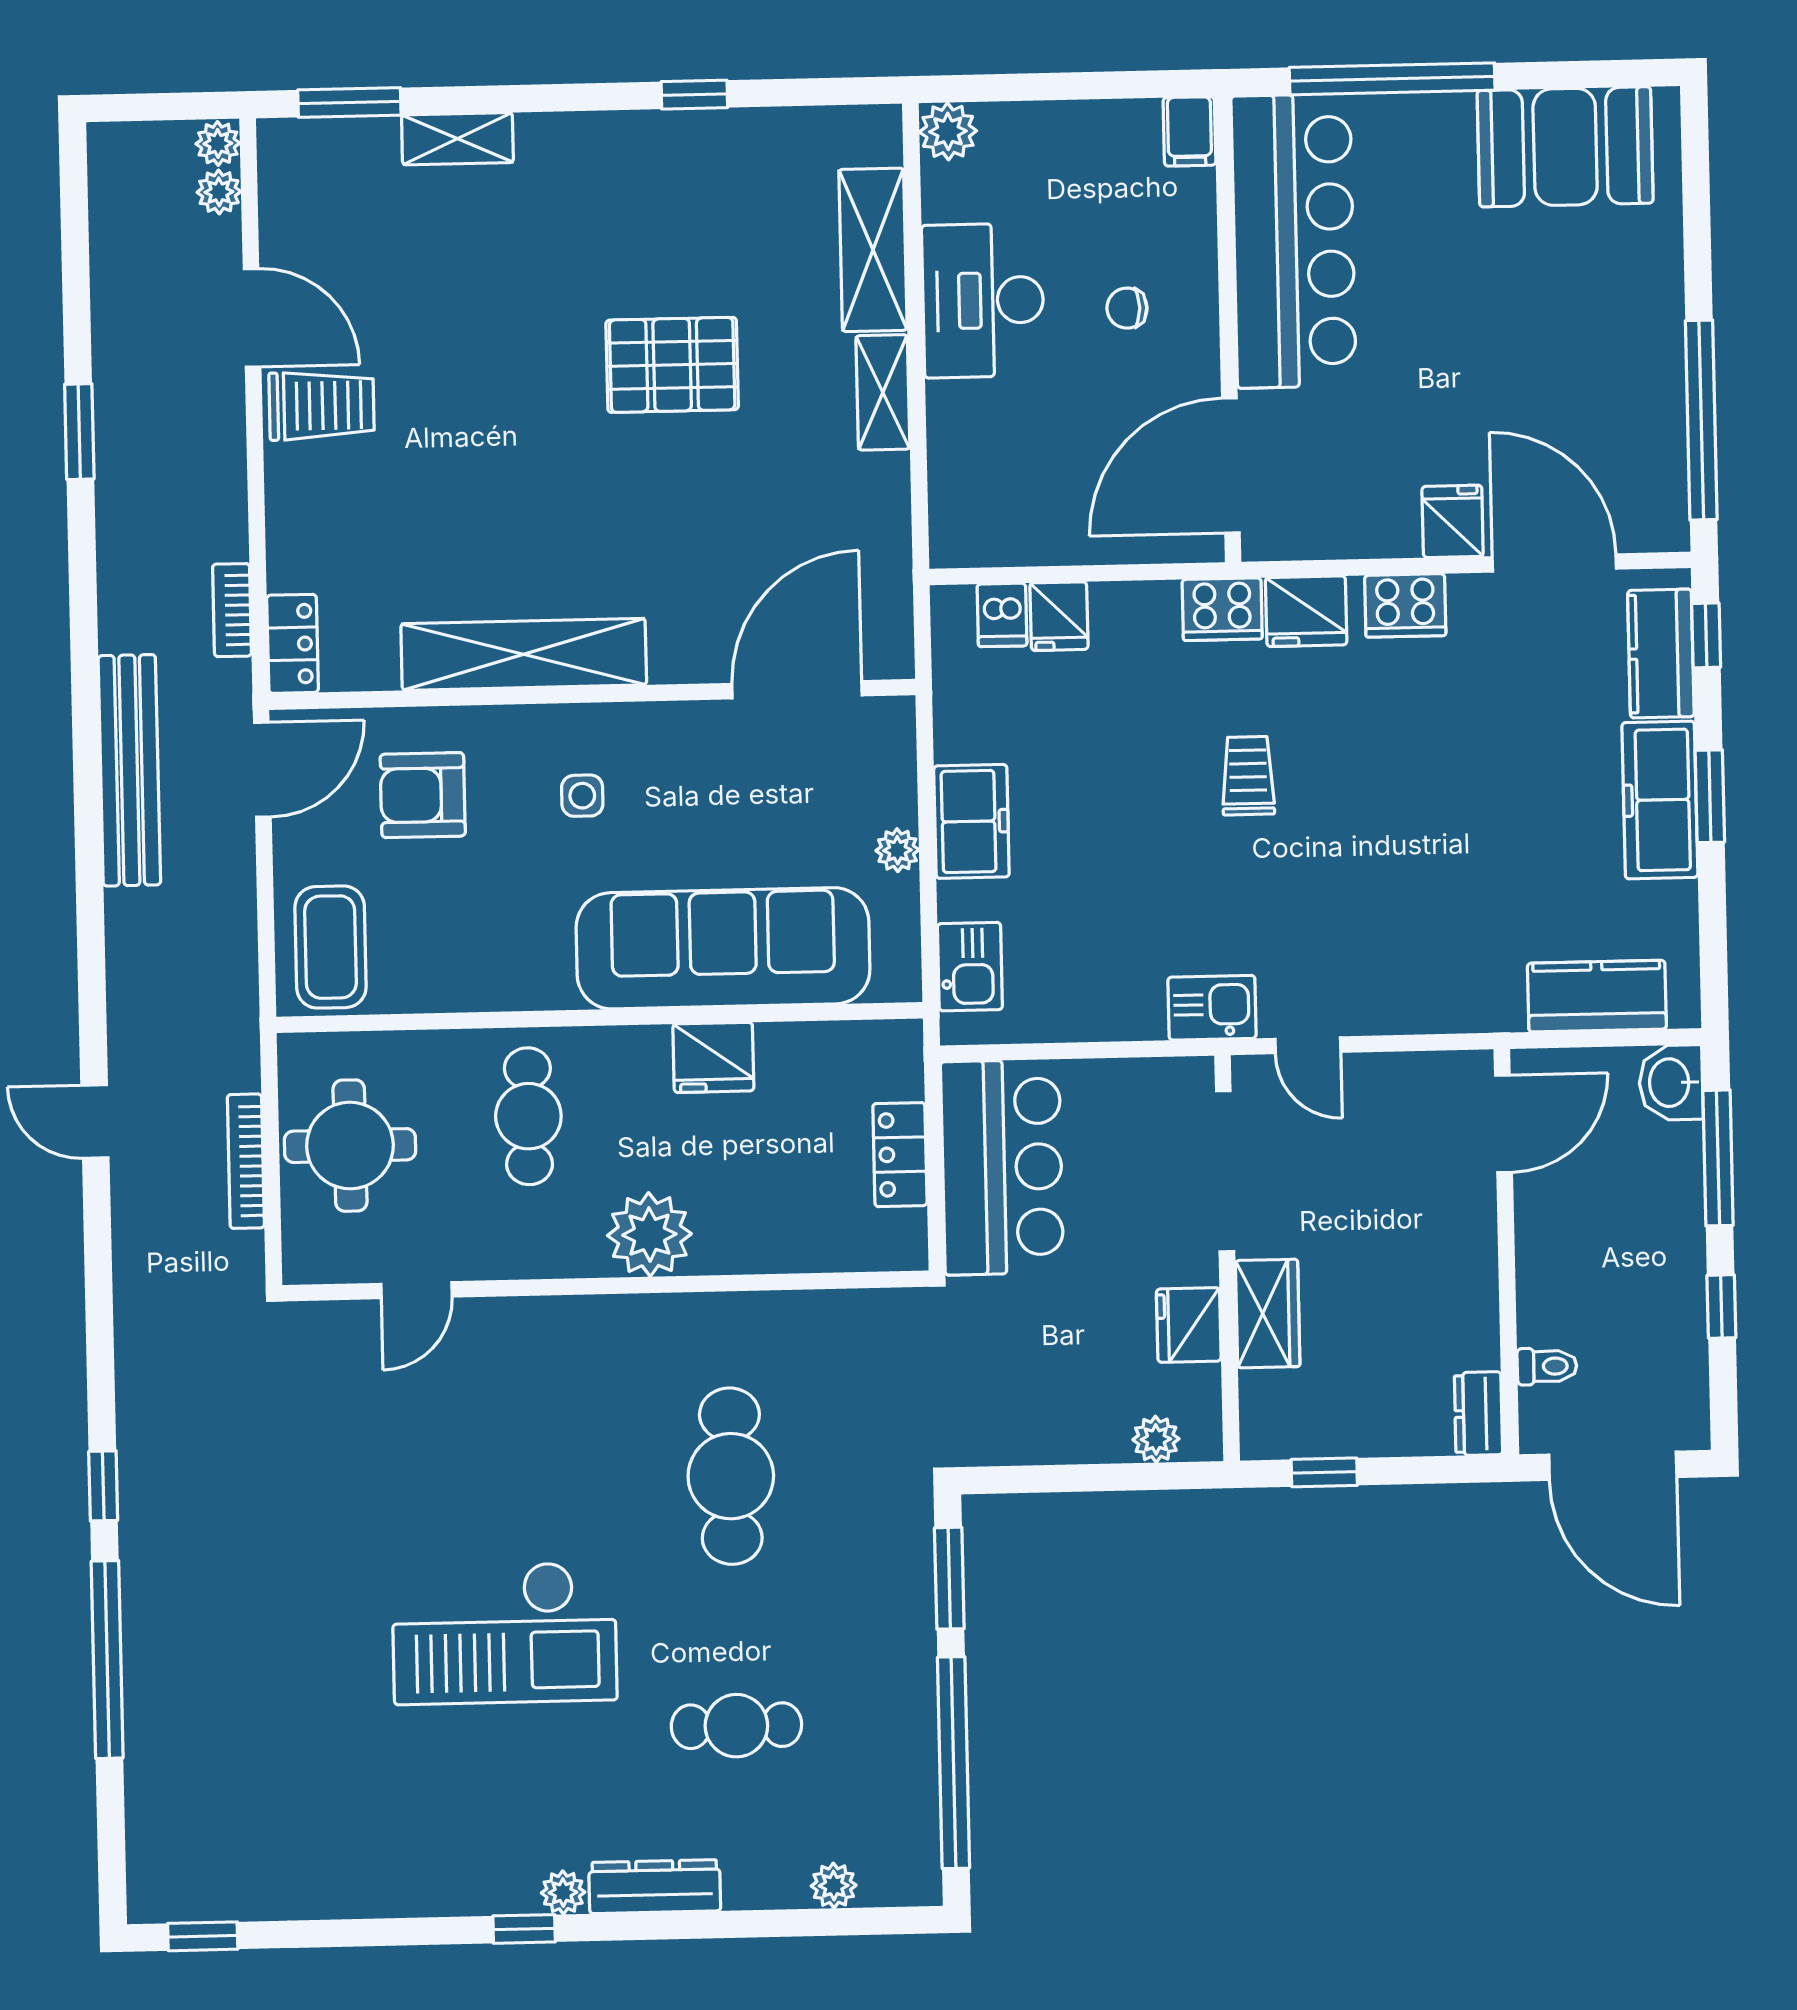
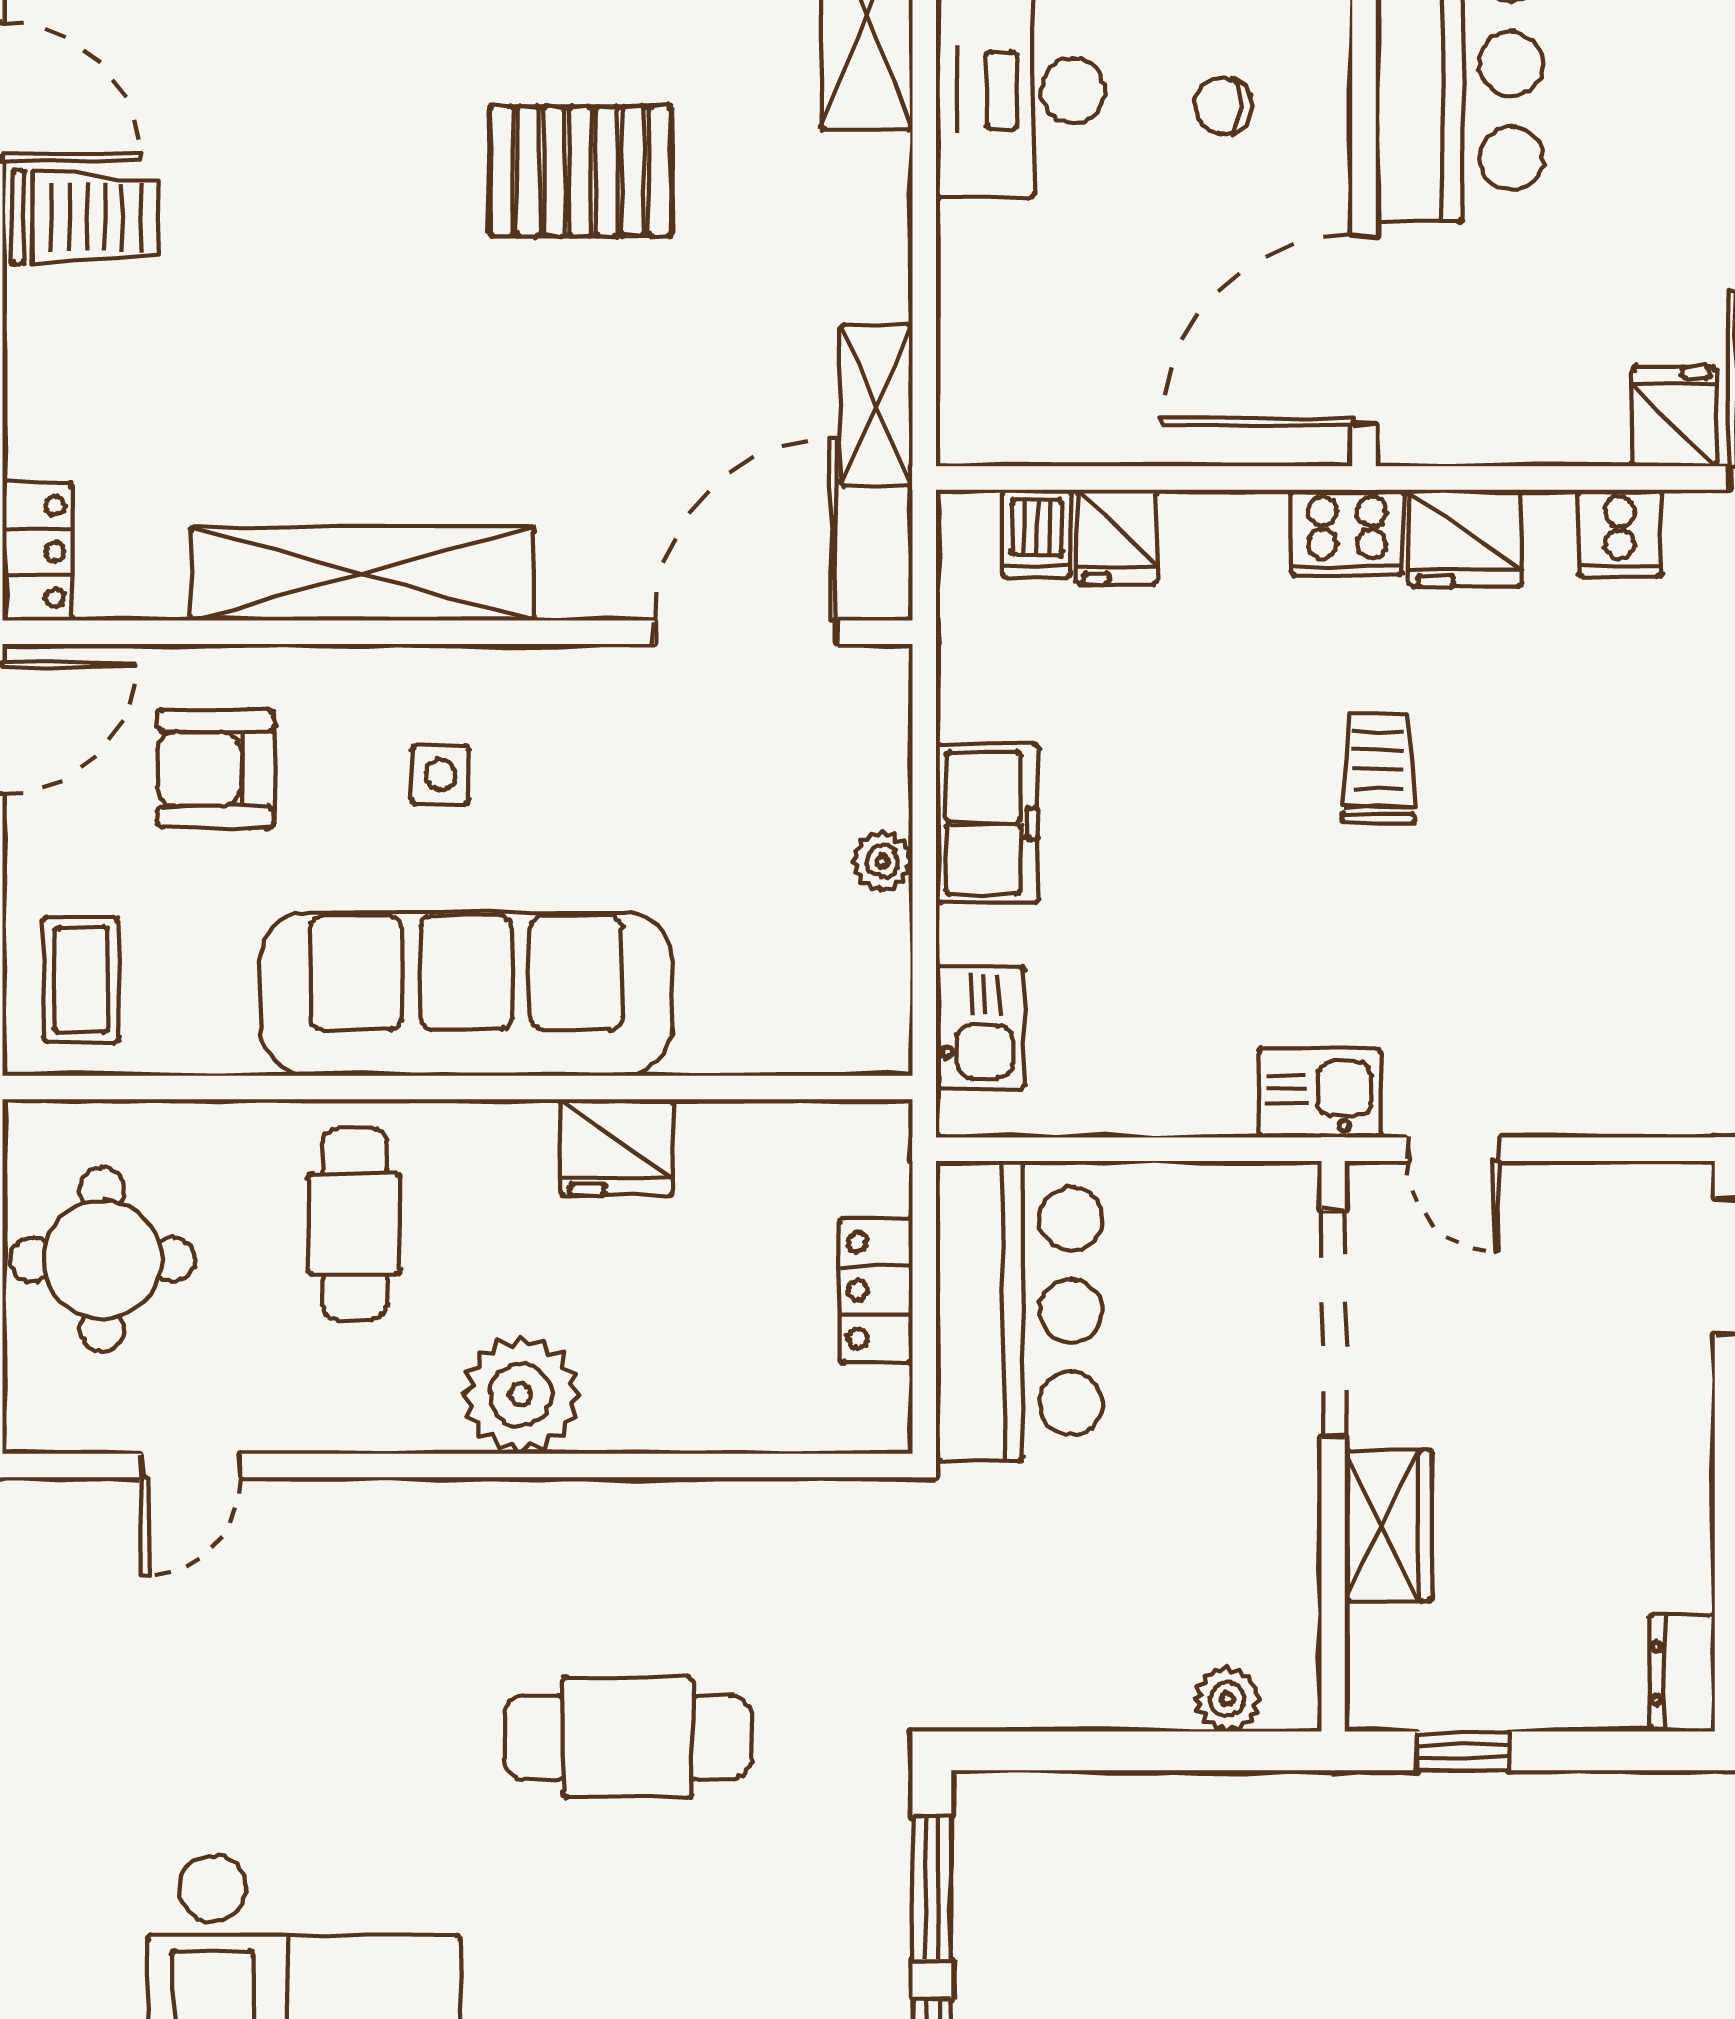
shelving: (883, 392) -> (876, 405), moved
cooker: (1405, 605) -> (1620, 533), width x0.73
coffee table: (331, 947) -> (81, 980), width x0.73, depth x0.77
sofa: (723, 948) -> (466, 994), moved
fridge: (1189, 1325) -> (1277, 1539), removed
cafe table: (731, 1476) -> (628, 1737), turned 90

